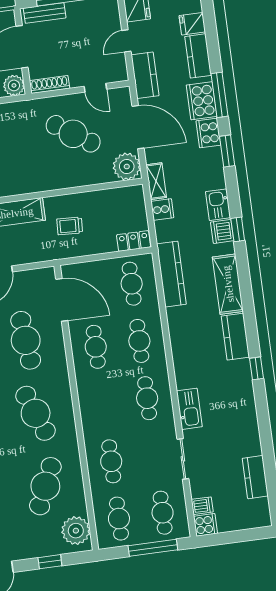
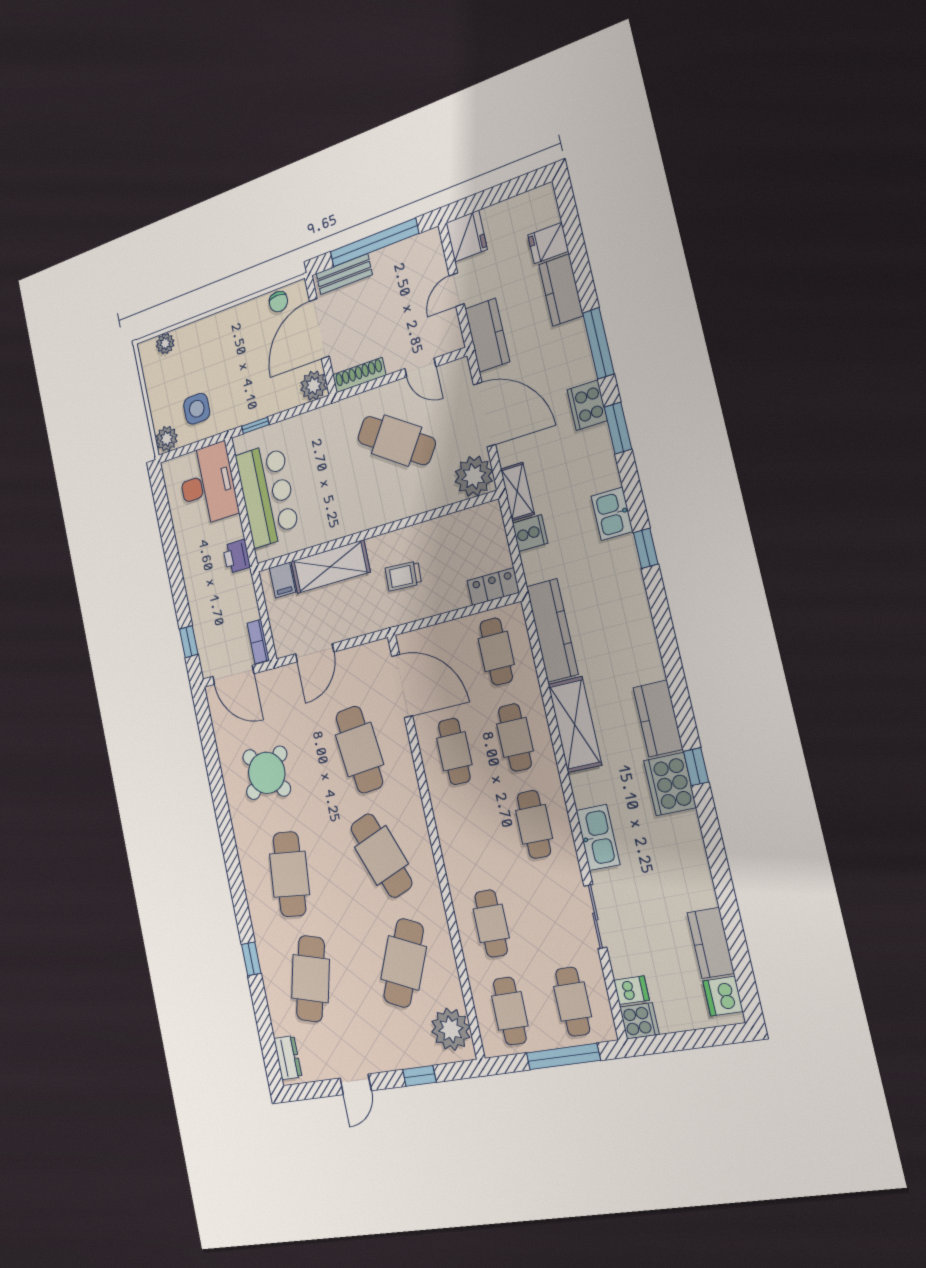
cooker: (202, 101) -> (670, 784), moved
dishwasher: (222, 231) -> (723, 996), moved
shelving: (228, 284) -> (575, 725), moved

